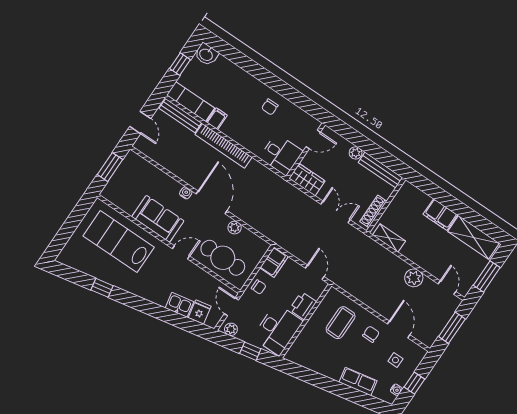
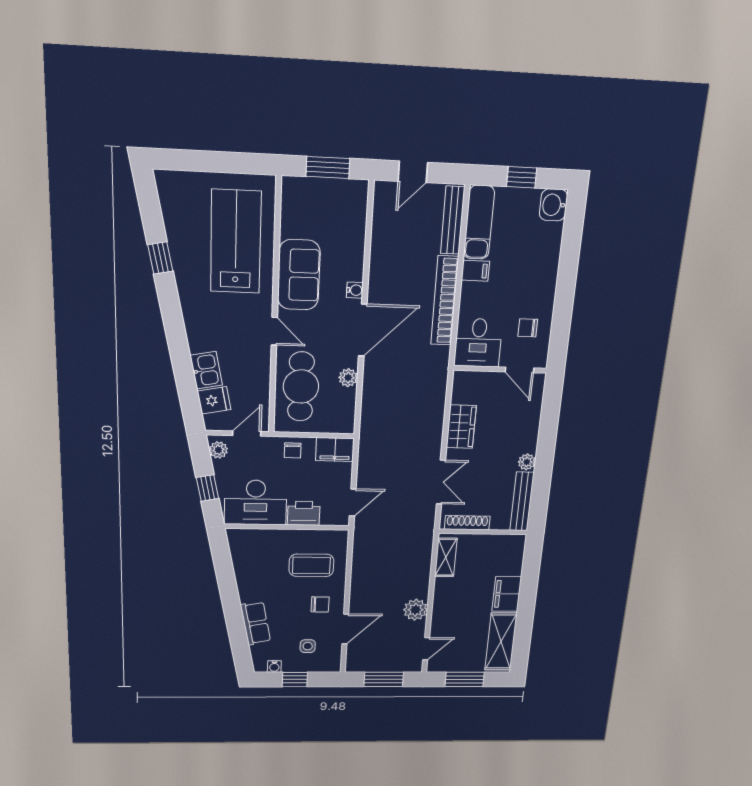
door: (313, 139) -> (520, 370), moved
wall: (306, 151) -> (500, 369), moved
desk: (281, 154) -> (478, 343), moved

